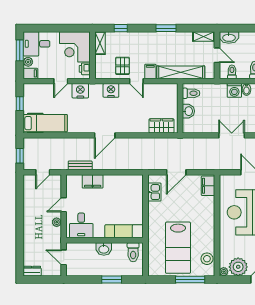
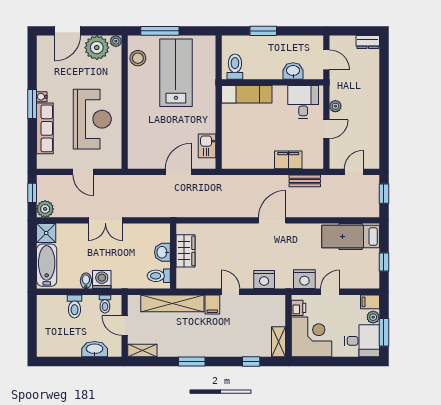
washbasin: (229, 37) -> (95, 349), moved
pallet: (122, 66) -> (249, 312), removed
wardrobe: (161, 126) -> (186, 251), moved, turned -90
filing cabinet: (208, 186) -> (136, 154), removed
washbasin: (104, 249) -> (293, 71), moved

